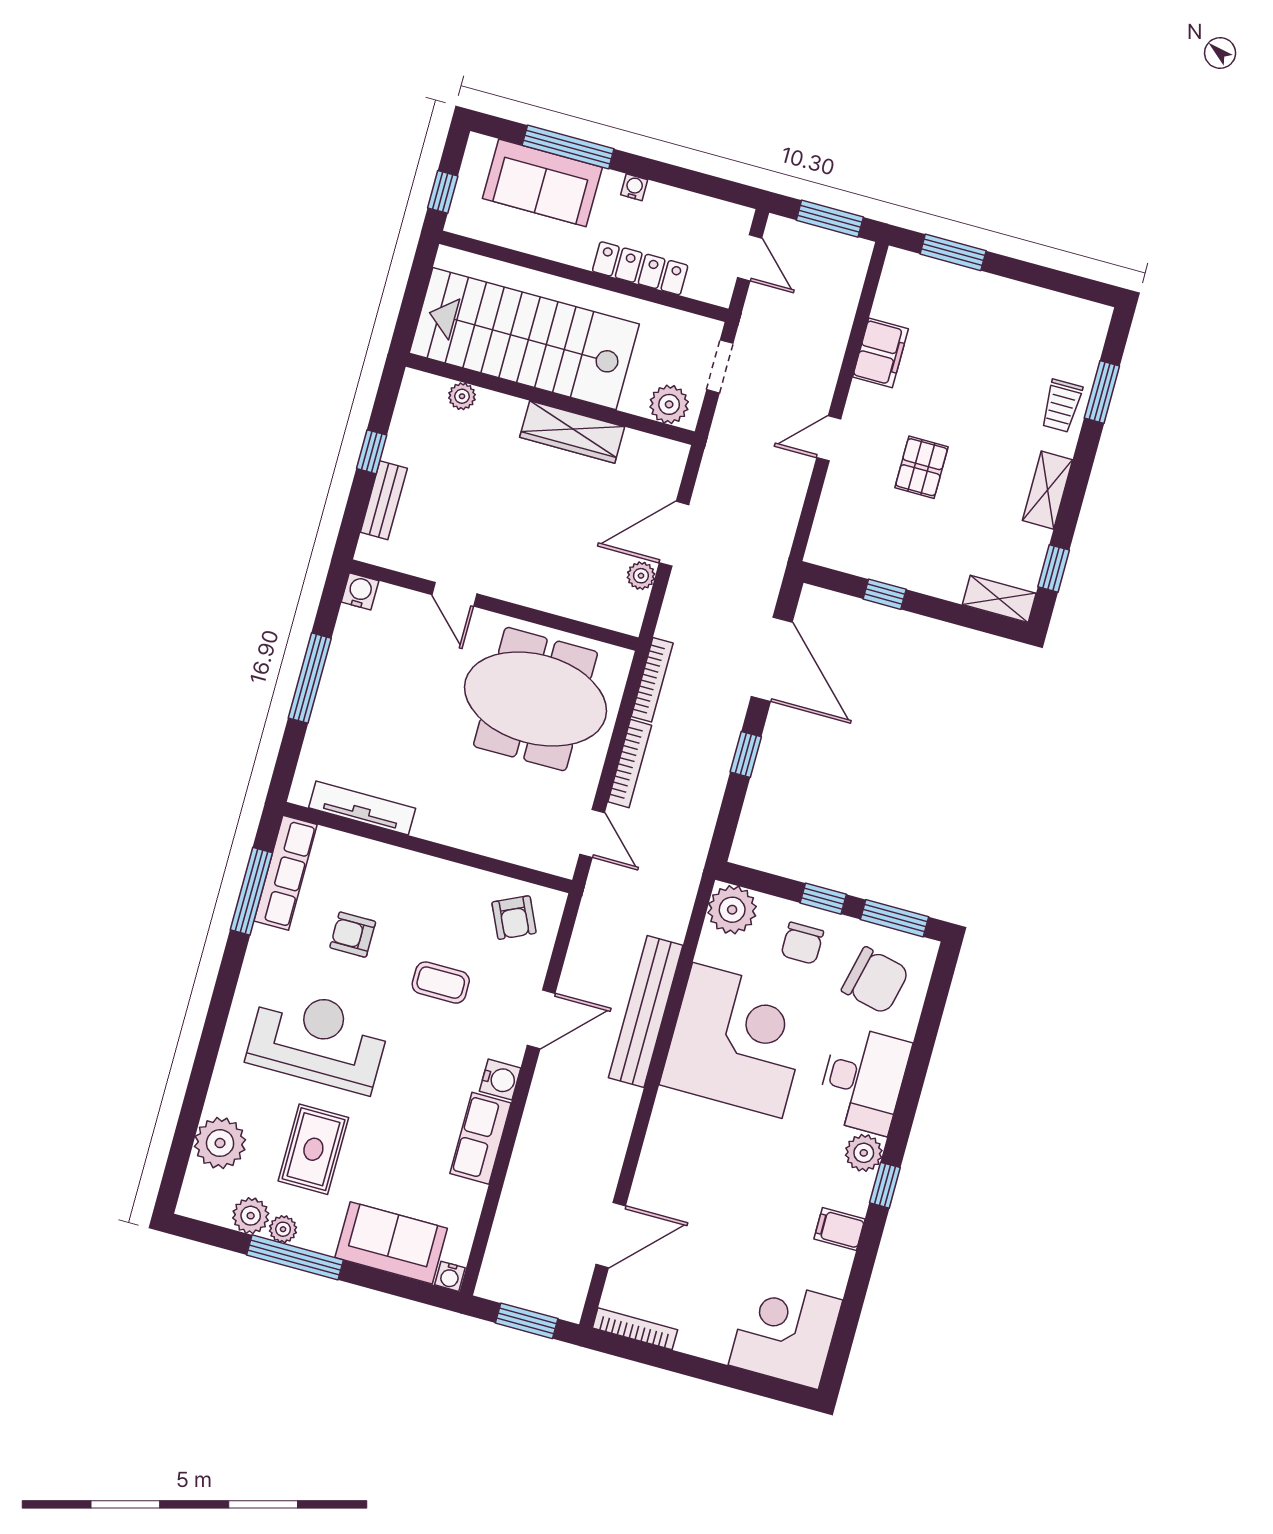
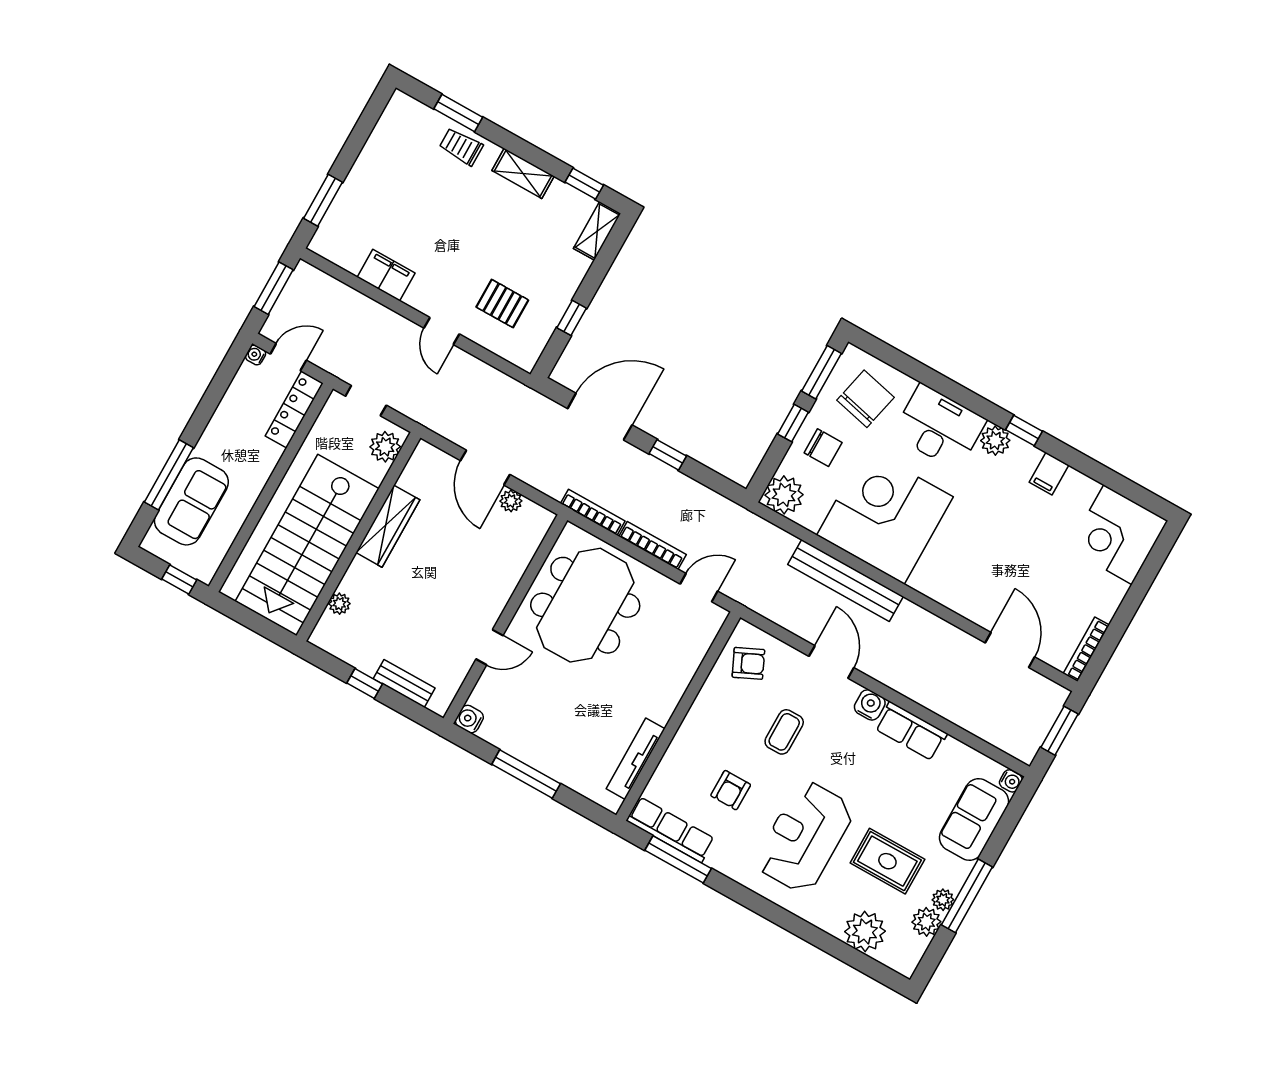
water cooler: (634, 187) -> (256, 355), moved
locker: (640, 268) -> (294, 410), moved
trolley: (1062, 406) -> (461, 147), turned 180
pallet: (922, 467) -> (502, 304), moved

